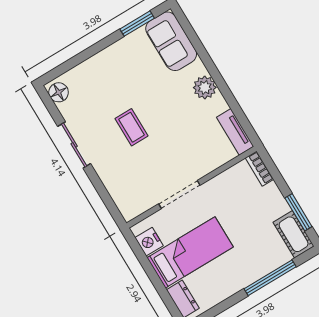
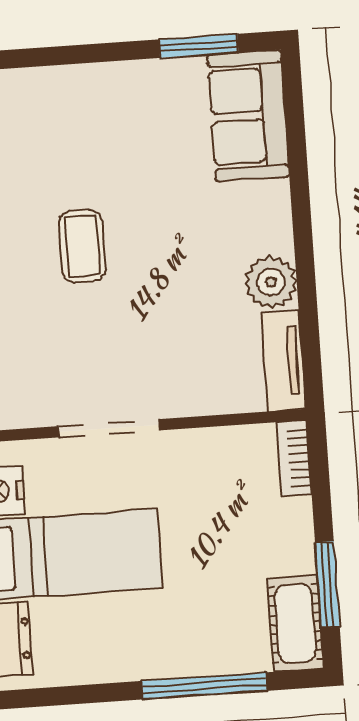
plant: (205, 87) -> (271, 282), moved

